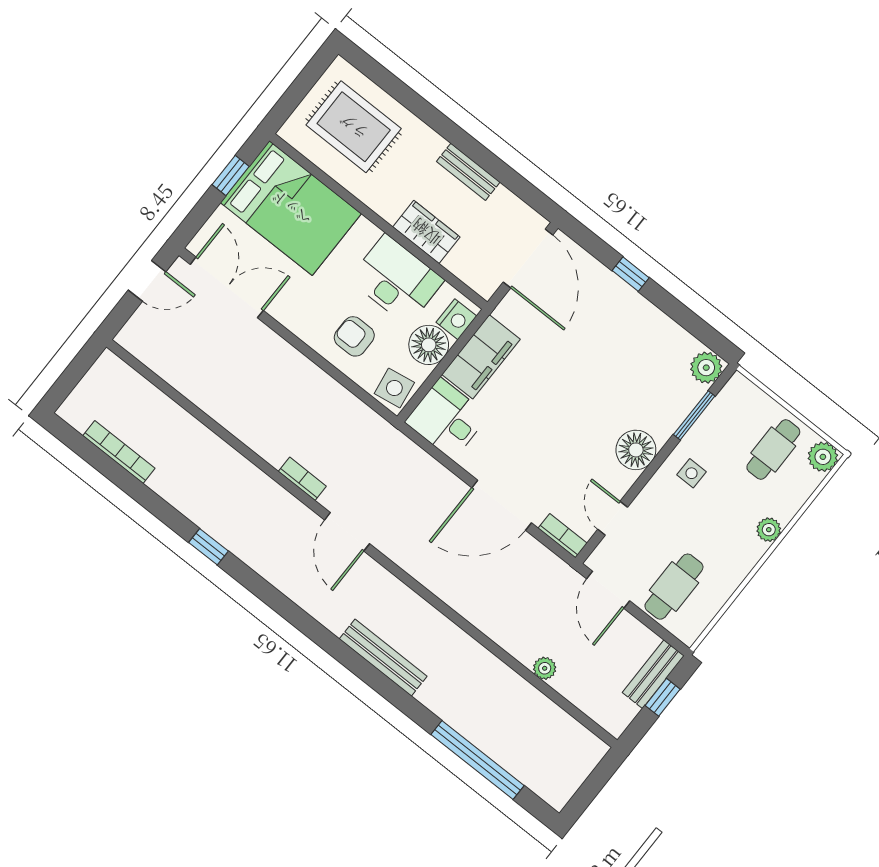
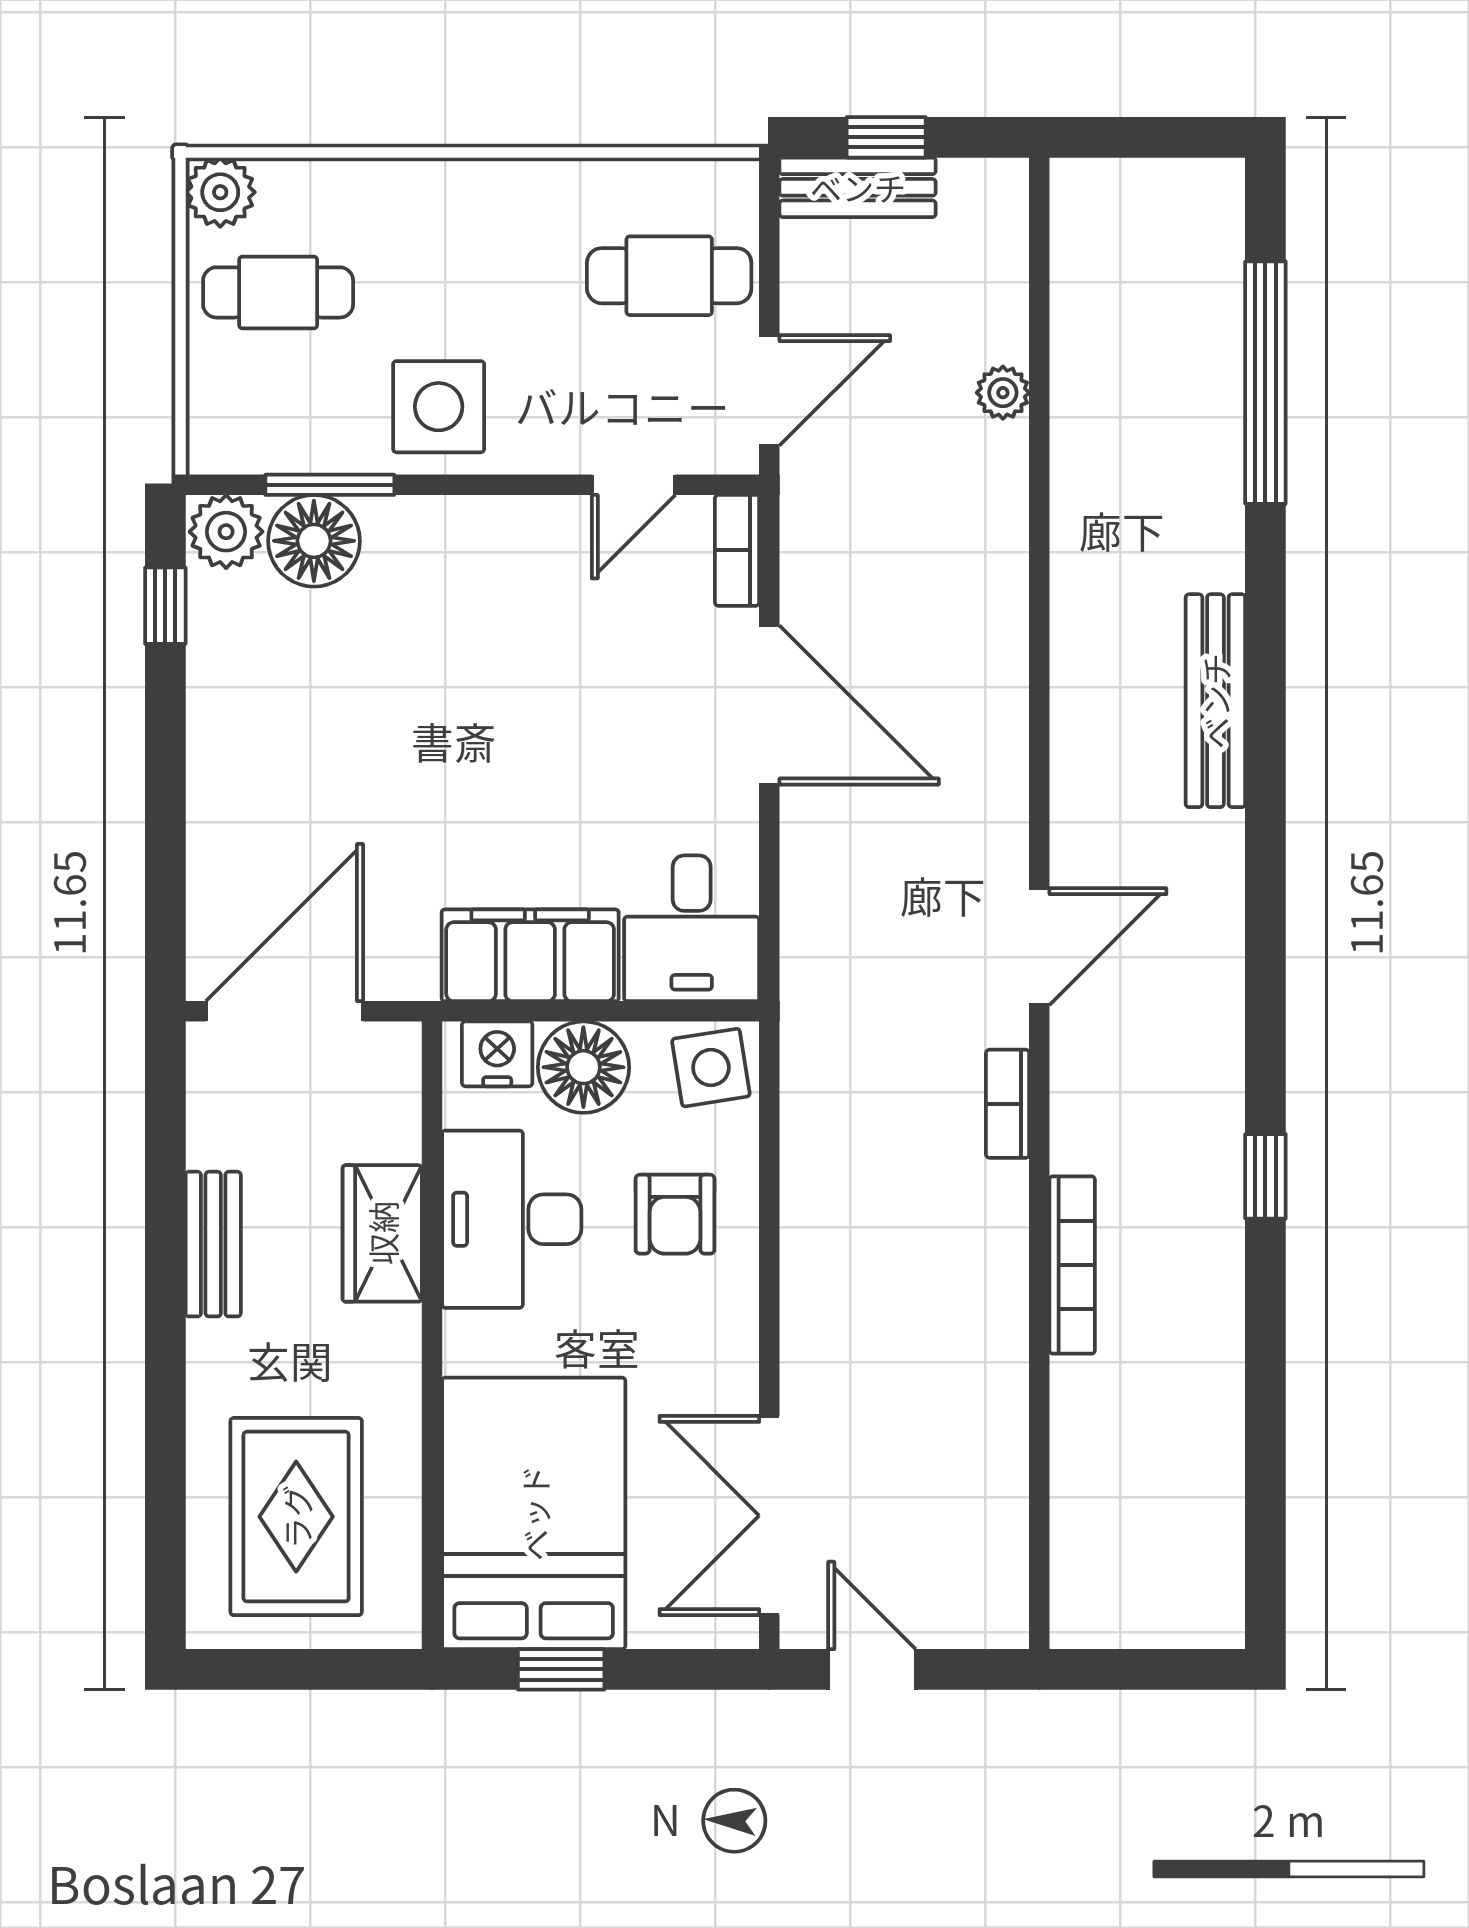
window: (631, 274) -> (165, 606), moved
floor lamp: (636, 450) -> (314, 541), moved
bookcase: (119, 452) -> (1072, 1265), moved, turned 180
side table: (691, 473) -> (439, 407), width x1.87, depth x1.87
plant: (769, 530) -> (430, 186), removed

